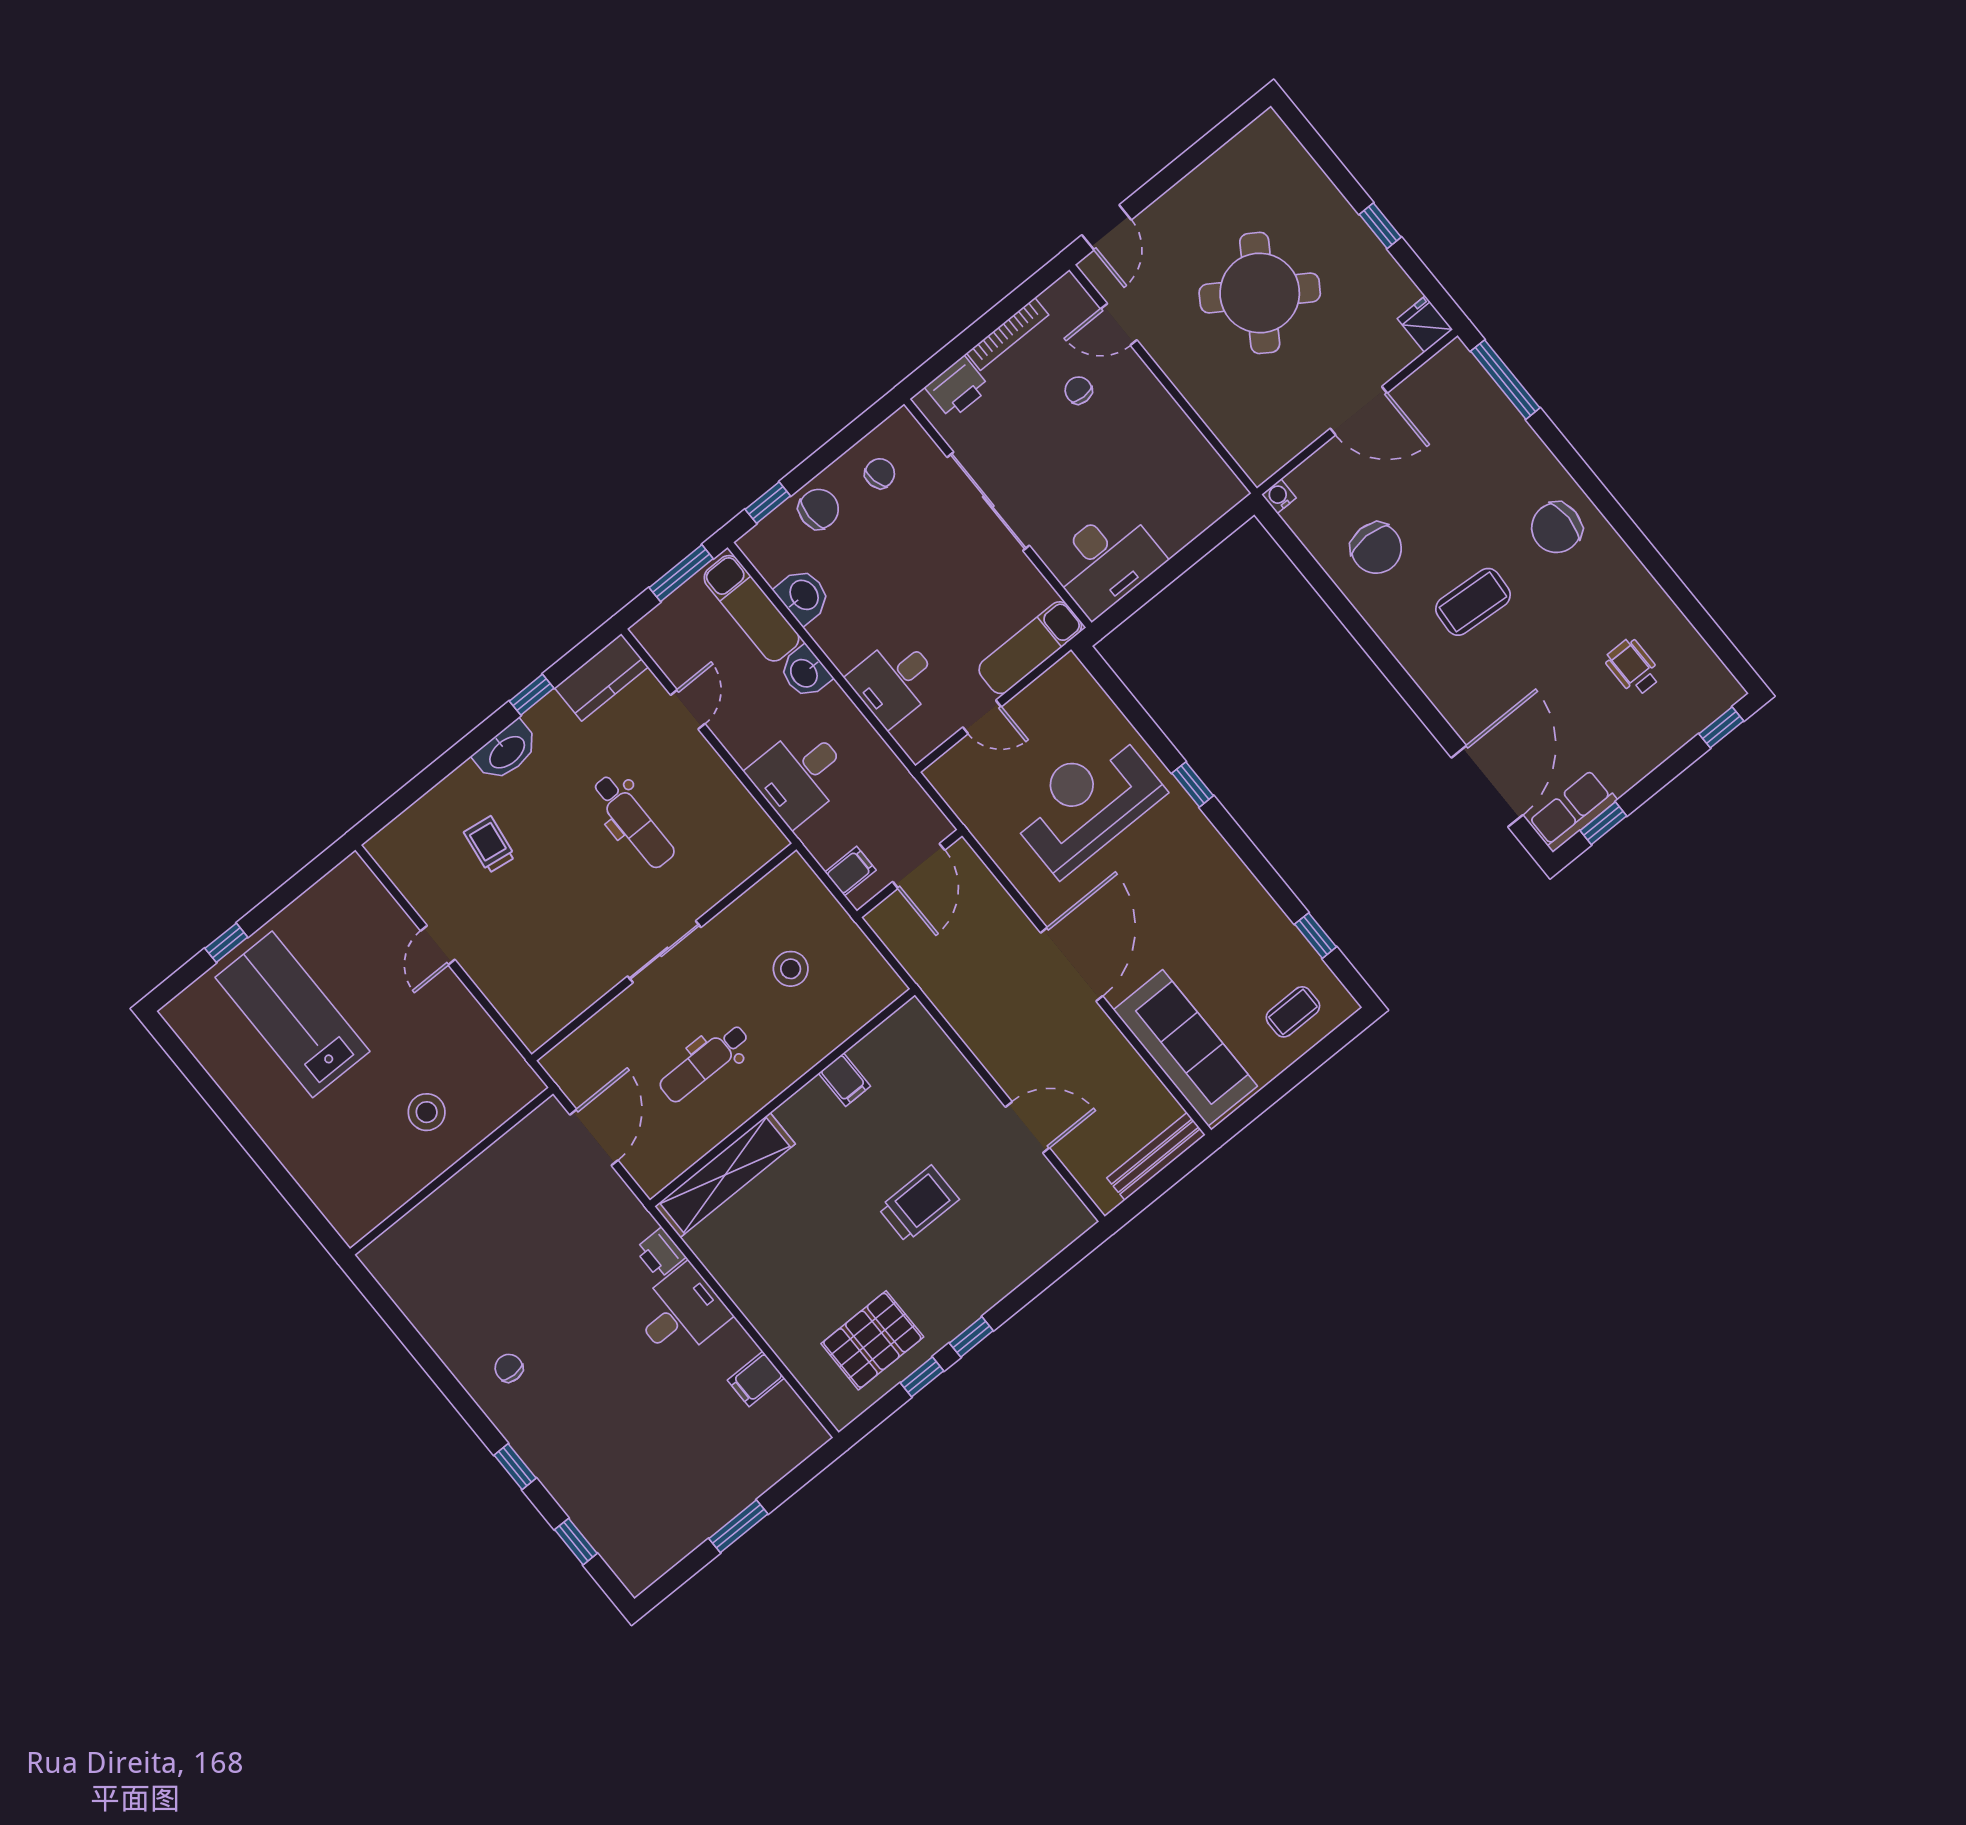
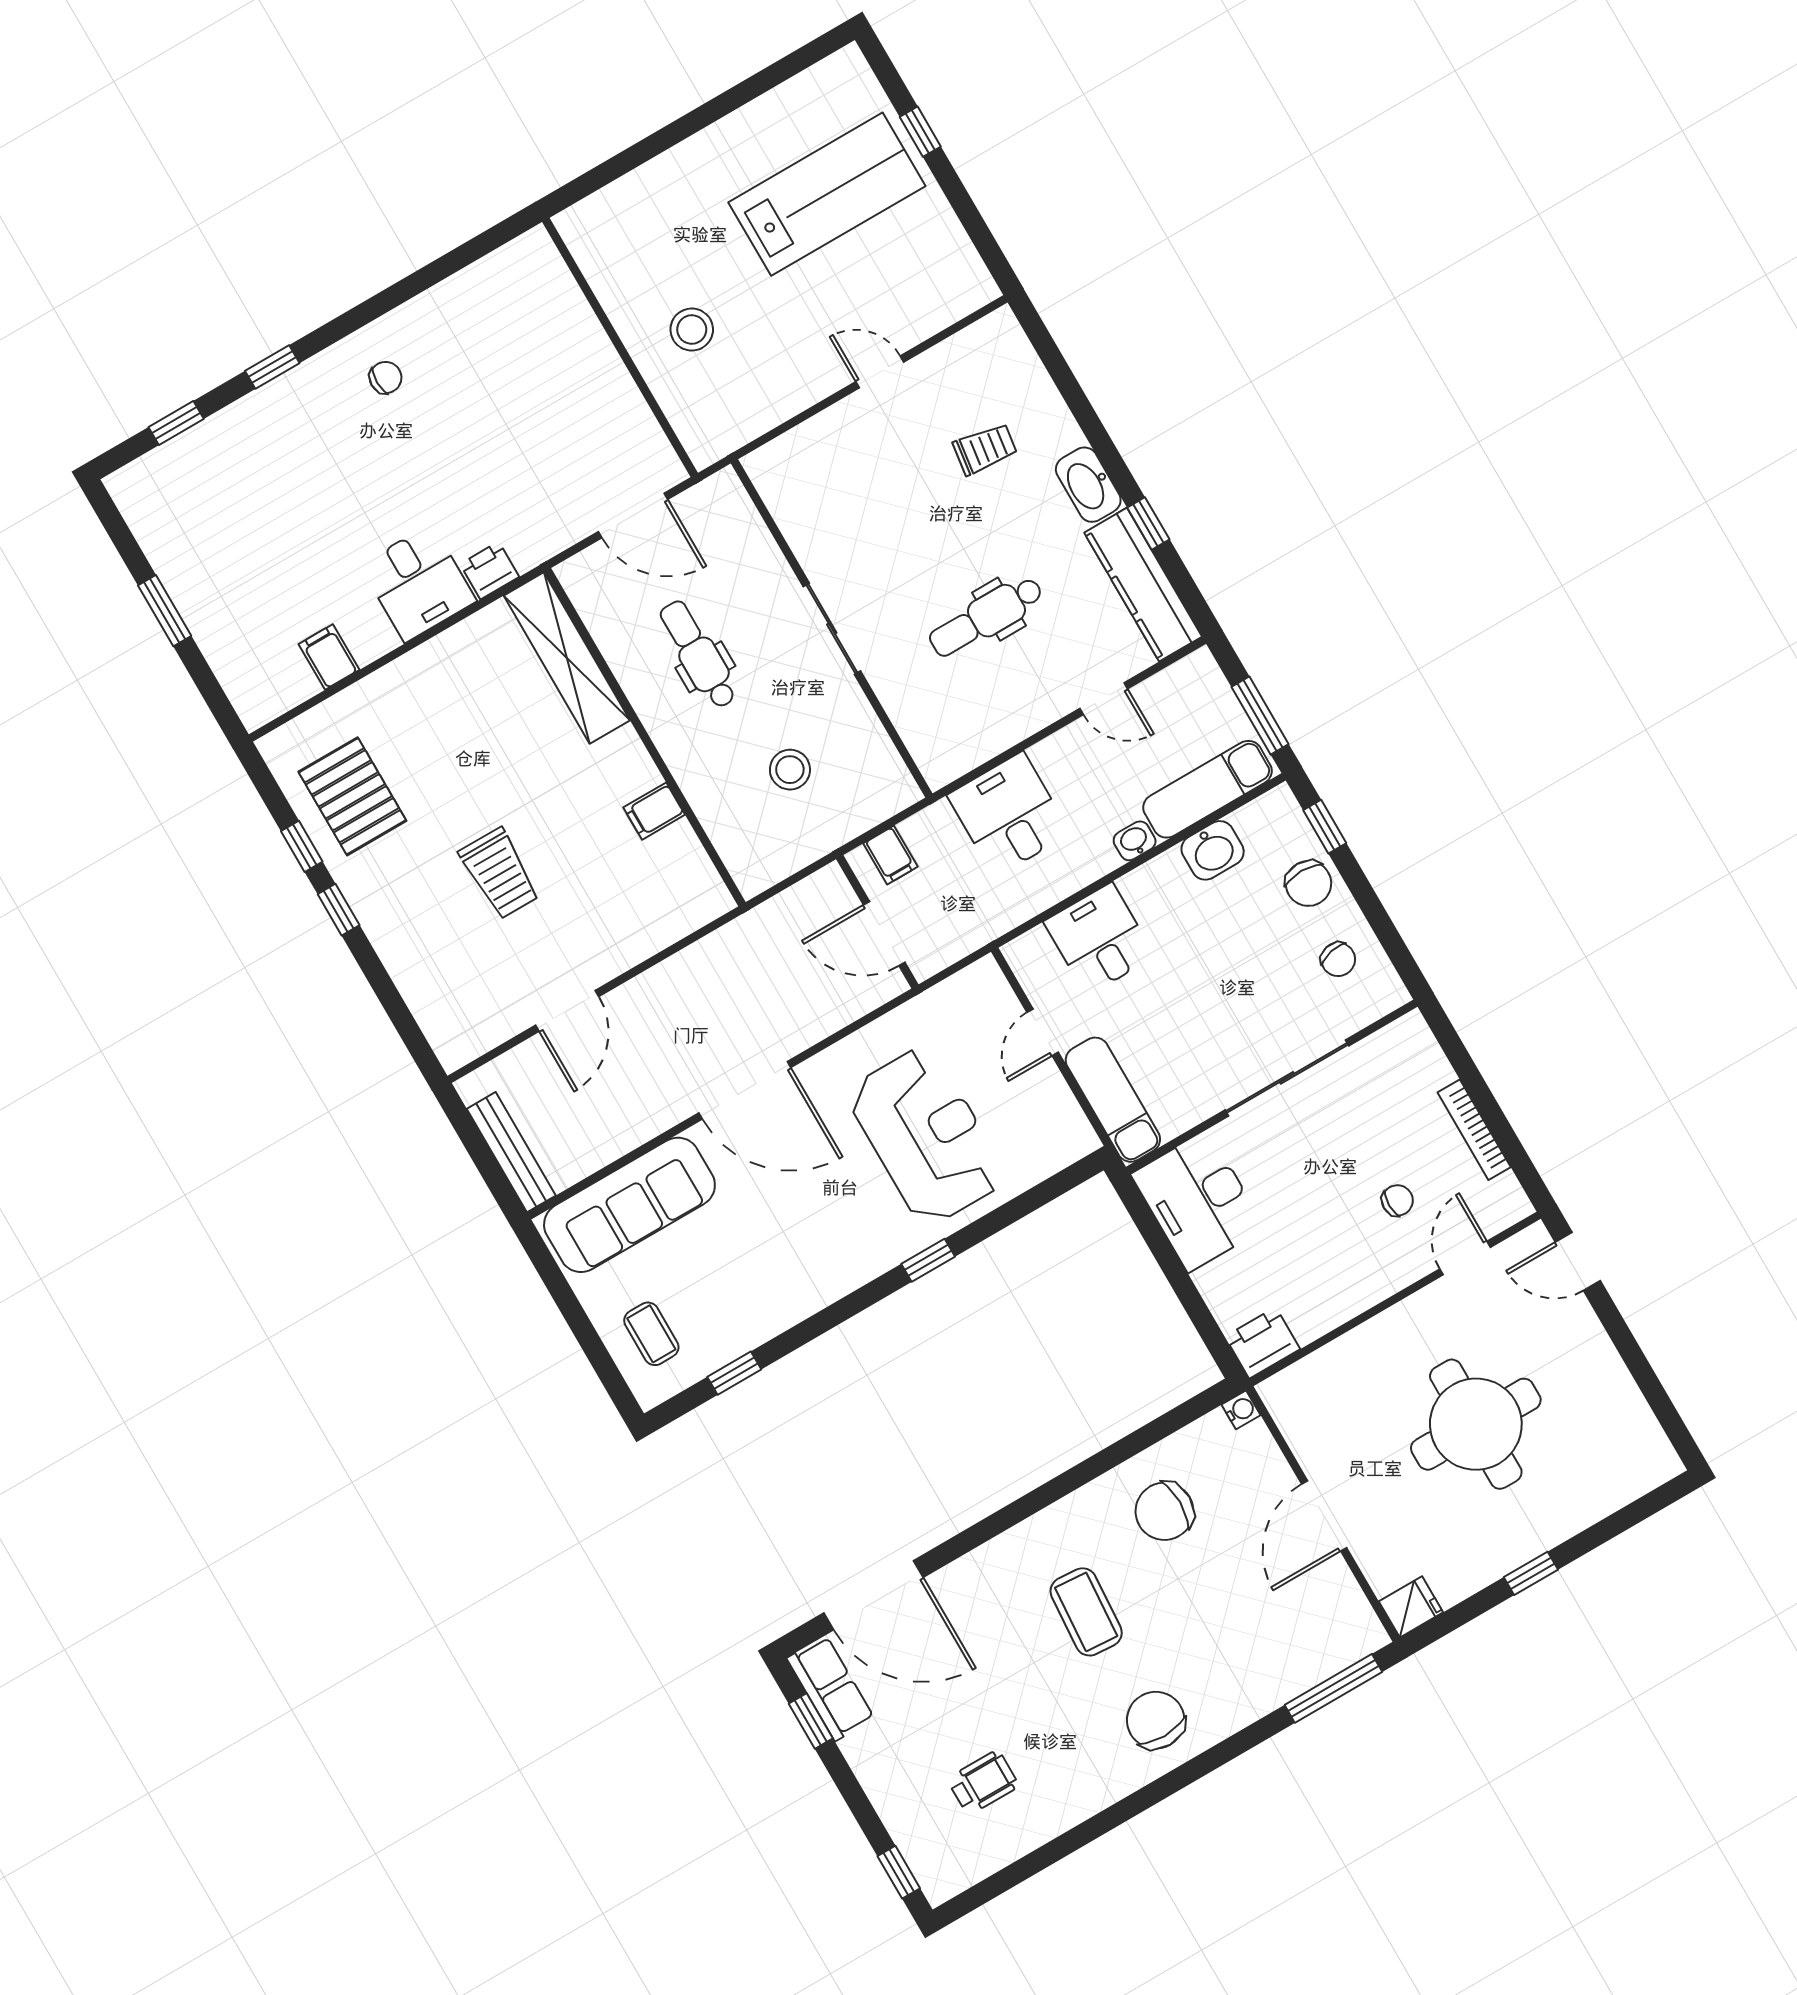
round table: (1260, 293) -> (1476, 1424), turned -33
printer: (957, 388) -> (1263, 1343), moved, turned 90
washbasin: (805, 673) -> (1135, 841), width x0.72, depth x0.69
kitchen counter: (601, 677) -> (1143, 585), width x1.50

